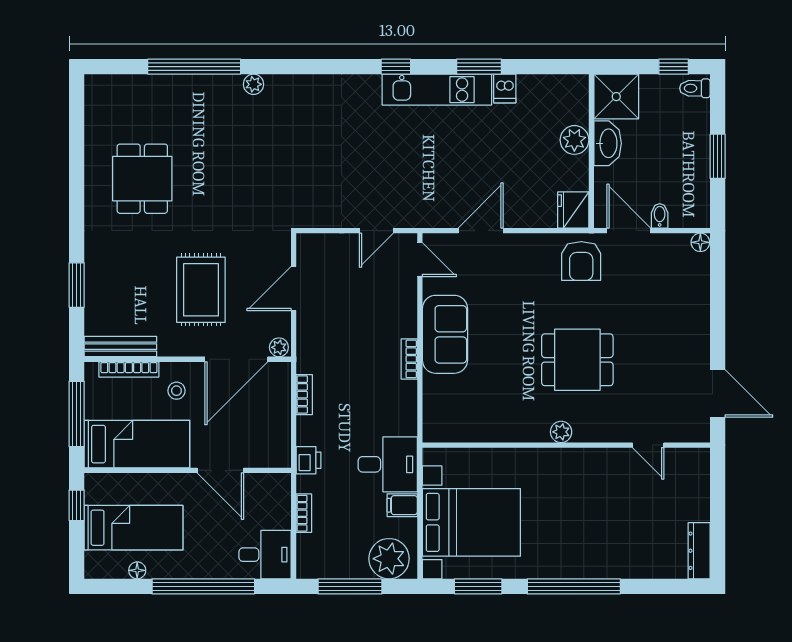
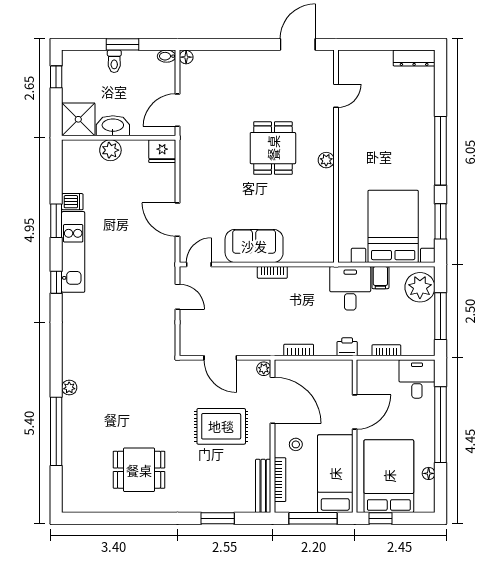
toilet: (695, 88) -> (114, 61), moved
bidet: (660, 216) -> (166, 56), moved
armchair: (581, 261) -> (200, 145), removed
bed: (134, 528) -> (389, 476), width x1.50

